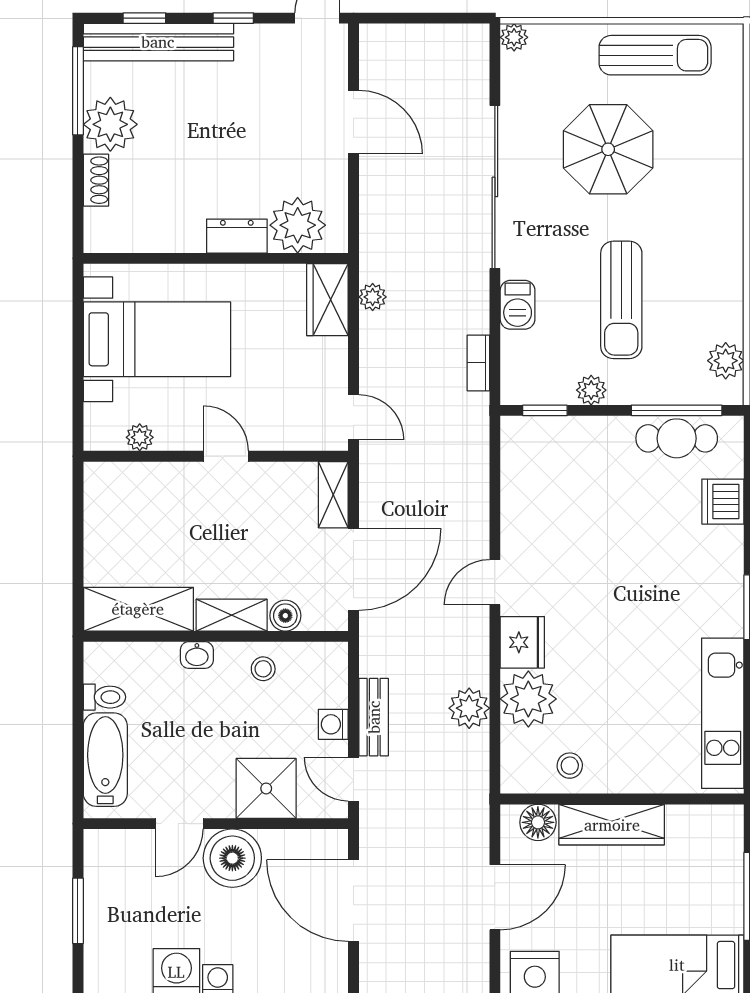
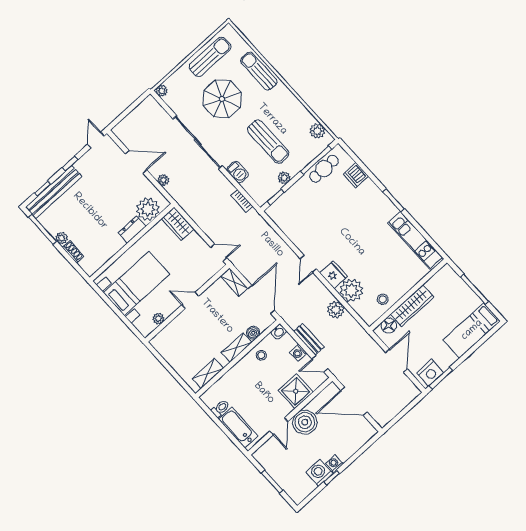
plant: (110, 124) -> (62, 238), width x0.53, depth x0.53
sun lounger: (719, 159) -> (259, 71), added
plant: (373, 297) -> (163, 180), moved
shelving: (138, 609) -> (208, 374), width x0.67, depth x0.75
washbasin: (197, 655) -> (279, 332), moved

